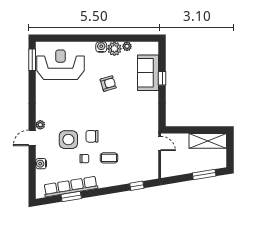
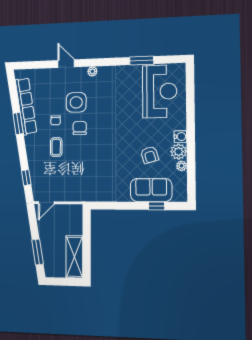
window: (32, 60) -> (142, 61), moved
window: (162, 78) -> (157, 206), moved
armchair: (108, 84) -> (150, 155), moved
door: (32, 138) -> (66, 64), moved
door: (160, 143) -> (46, 203), moved
water cooler: (41, 164) -> (50, 74), removed
window: (71, 197) -> (18, 123), moved

